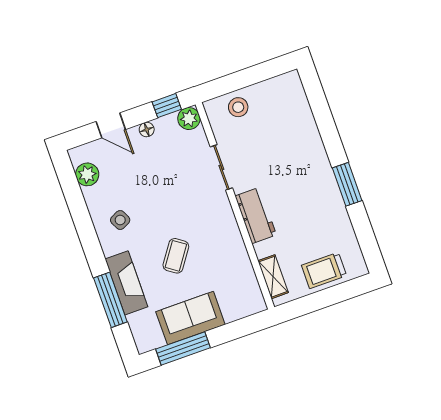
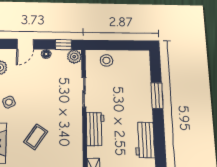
door: (111, 125) -> (25, 44), hinge flipped
window: (347, 184) -> (157, 96), moved
workbench: (331, 206) -> (145, 140), added

